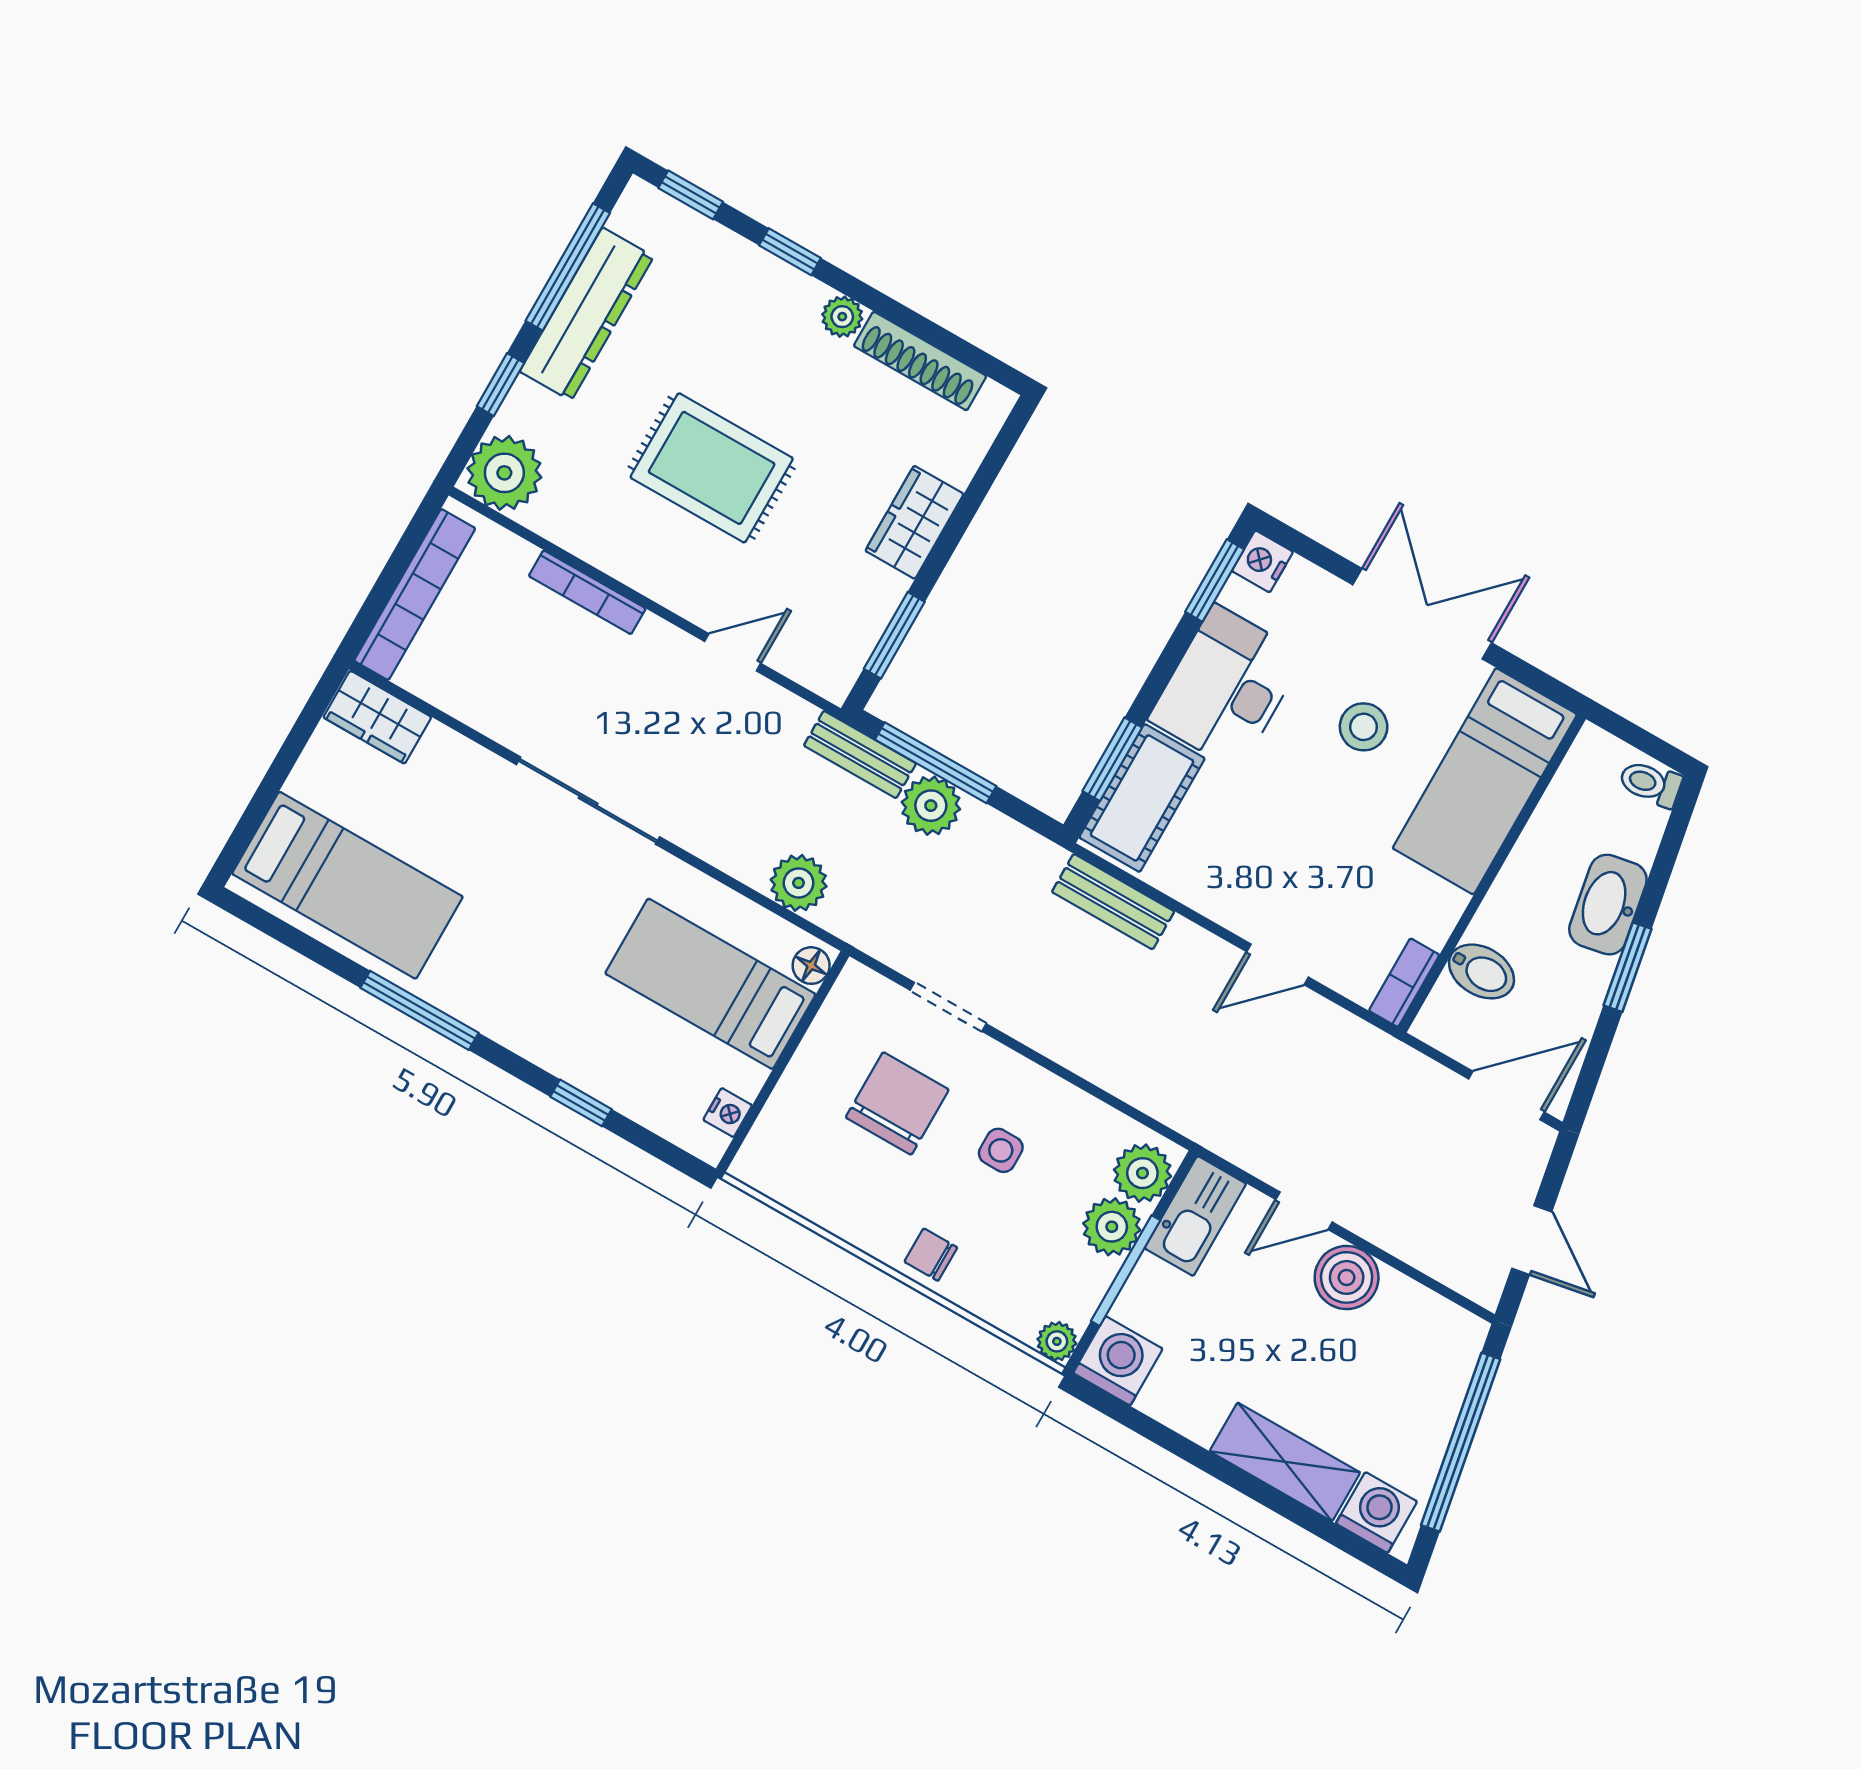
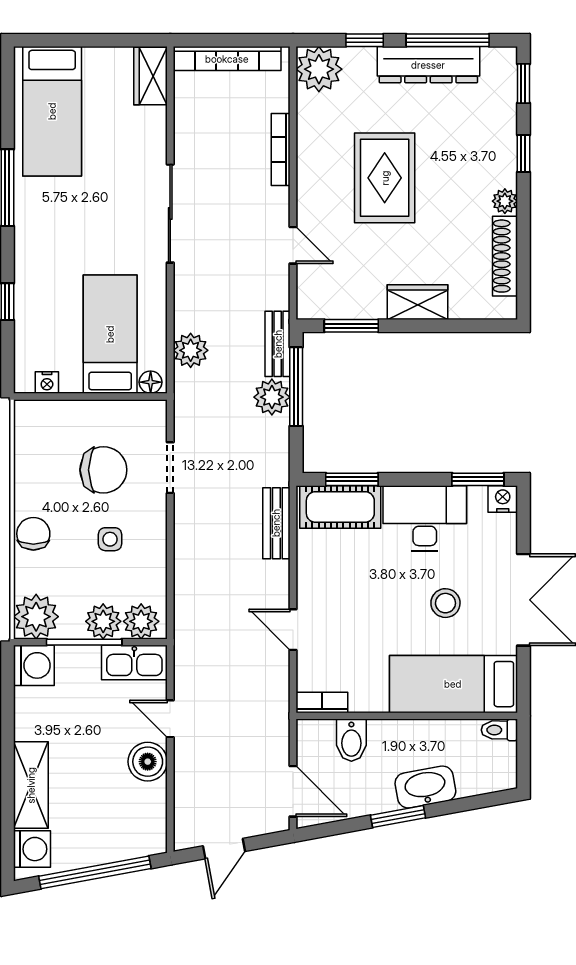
toilet: (1650, 783) -> (499, 730), moved, turned -80
chair: (931, 1255) -> (33, 534), width x1.37, depth x1.37
plant: (1057, 1341) -> (36, 617), width x1.88, depth x1.88

